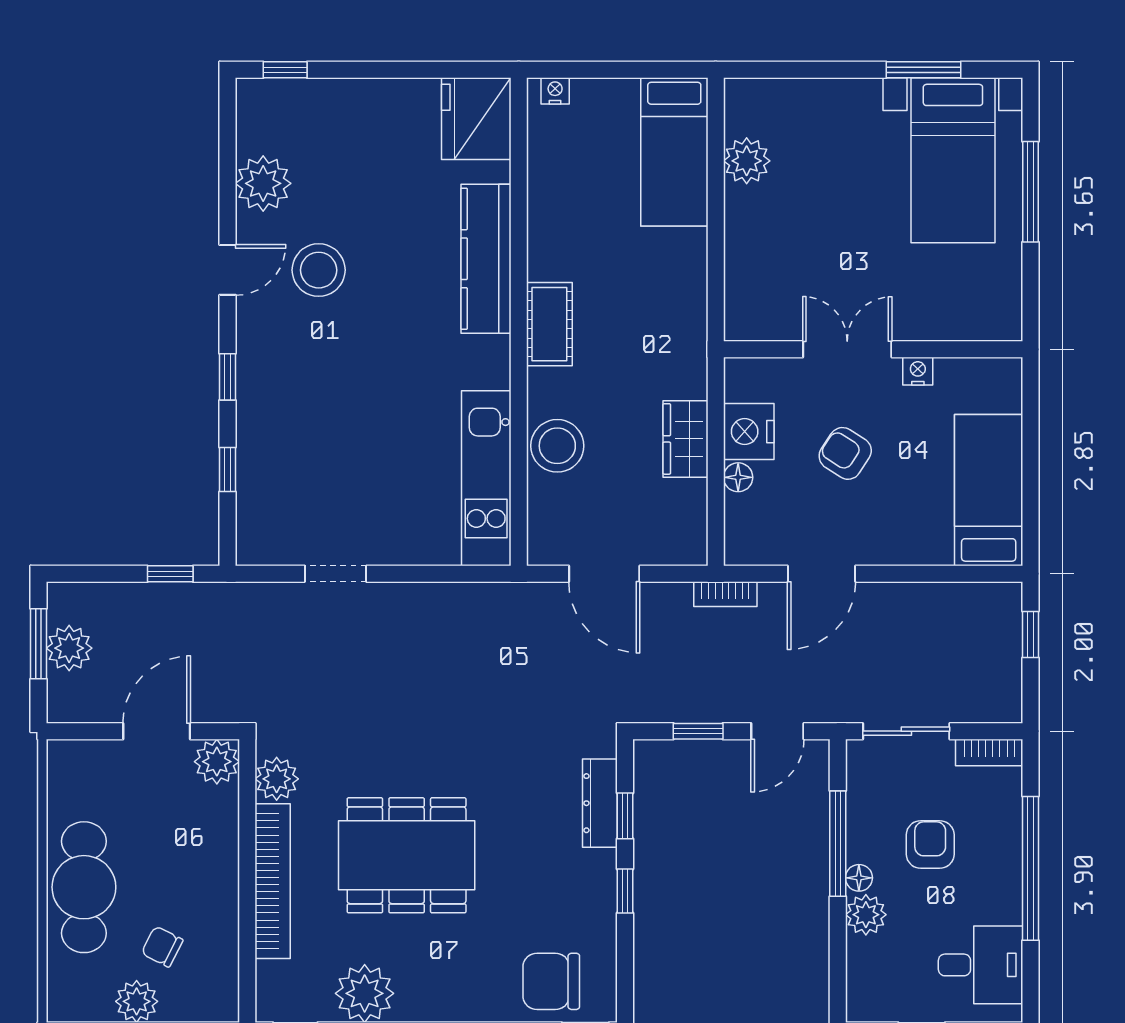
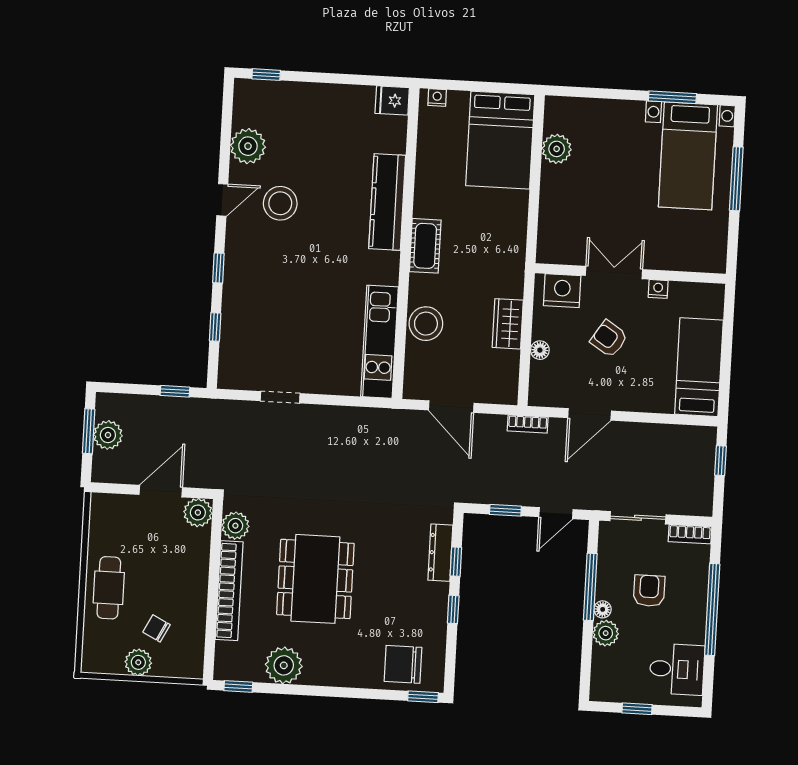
fridge: (476, 119) -> (392, 100), width x0.53, depth x0.75
bed: (674, 152) -> (500, 140), width x1.50
nightstand: (749, 432) -> (562, 291), moved, turned 90
dining table: (407, 855) -> (315, 579), turned 90
cafe table: (84, 887) -> (109, 588), width x0.73, depth x0.74

